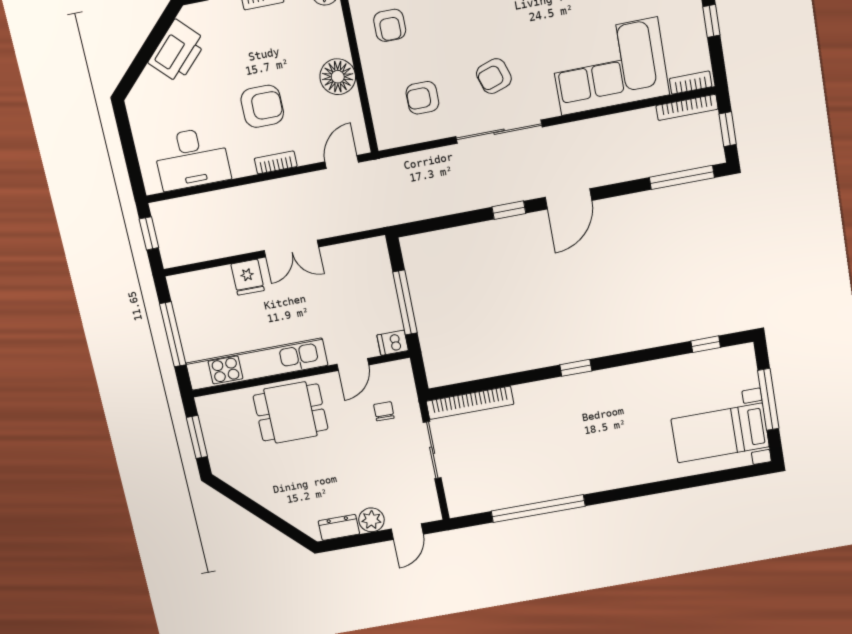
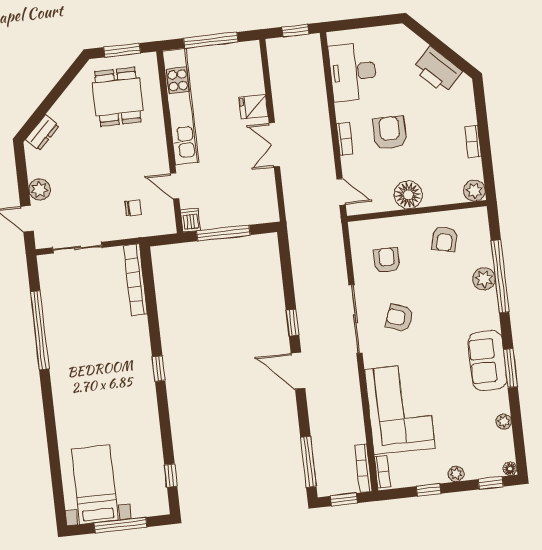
armchair: (390, 25) -> (445, 239), turned -77
armchair: (494, 76) -> (399, 318), turned -52
armchair: (262, 106) -> (390, 133), turned 180
dining table: (291, 412) -> (118, 97), moved
sliding door: (432, 450) -> (77, 248), moved
dresser: (339, 527) -> (42, 133), moved, turned 45

